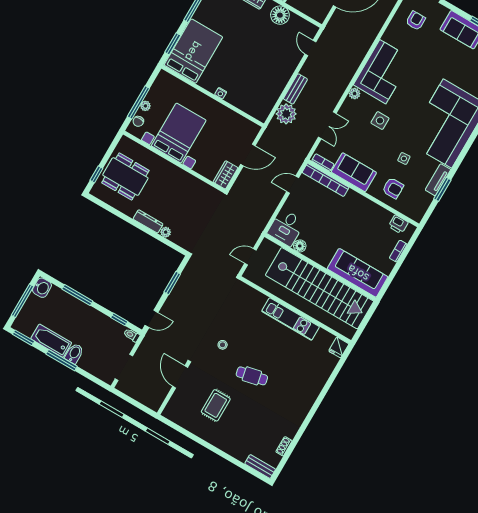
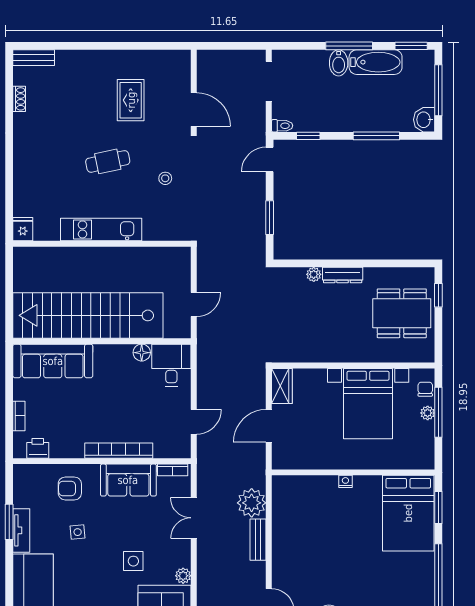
bookcase: (326, 180) -> (119, 451), moved
wall: (295, 310) -> (102, 244), moved
kitchen unit: (291, 319) -> (101, 229), moved
fridge: (339, 347) -> (23, 229), moved

